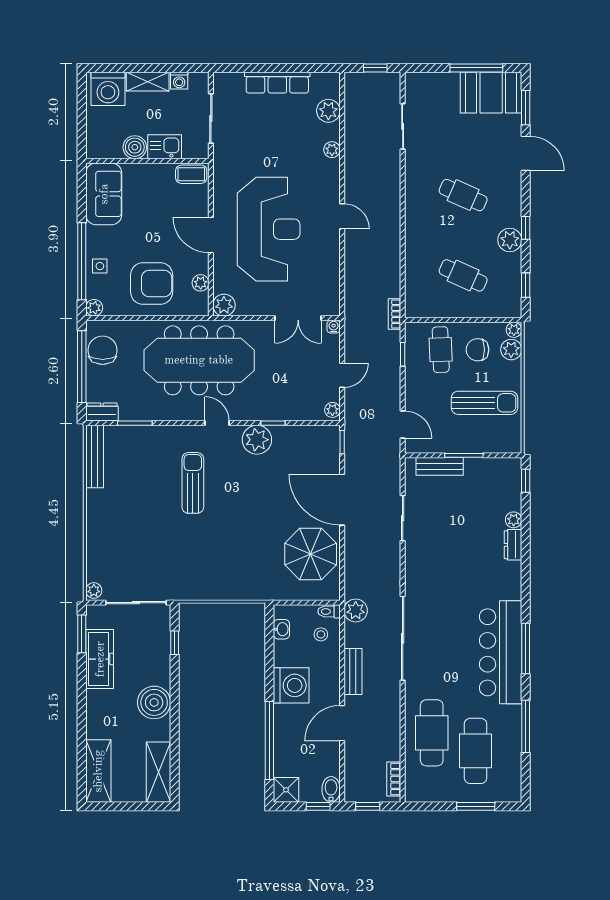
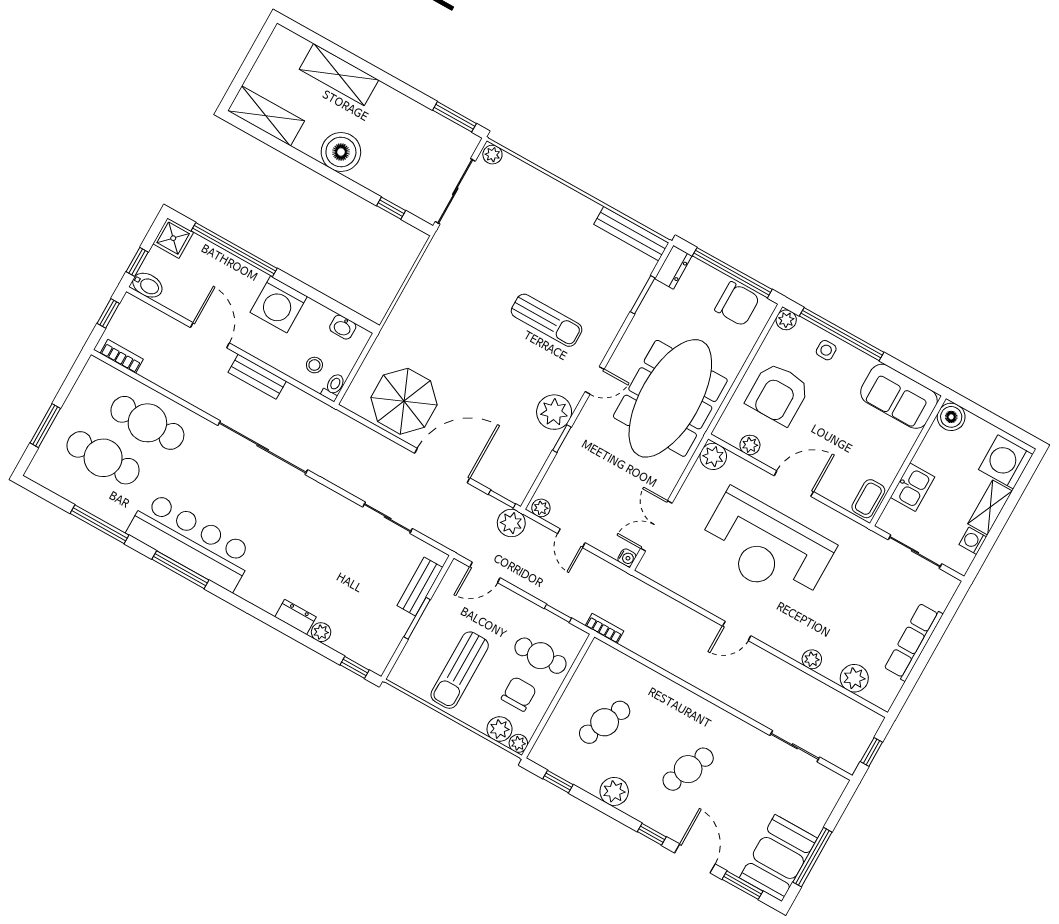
boiler: (135, 147) -> (951, 417), moved
door: (526, 153) -> (695, 858), swing flipped
window: (526, 228) -> (652, 834), moved
plant: (356, 610) -> (511, 523), moved
freezer: (100, 659) -> (418, 121), removed
shelving: (98, 771) -> (339, 75), moved

